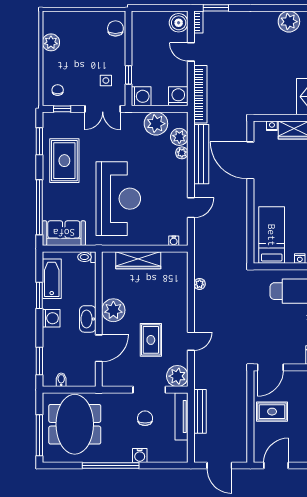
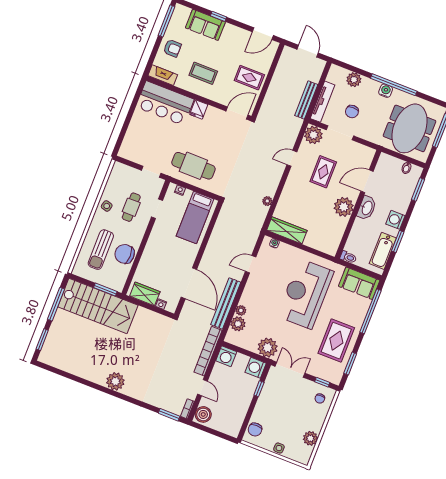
side table: (106, 80) -> (279, 448), moved
plant: (156, 124) -> (268, 348), moved
wardrobe: (138, 260) -> (287, 230), moved
plant: (157, 454) -> (354, 80), added
water cooler: (140, 455) -> (386, 91), moved

